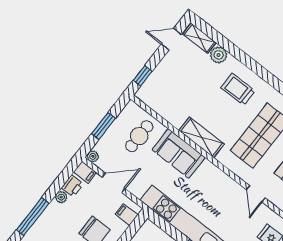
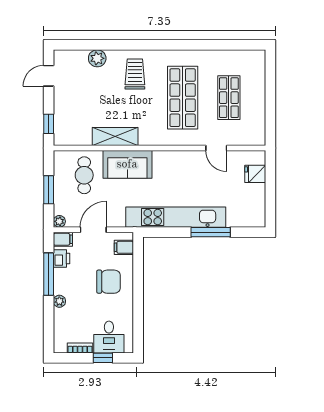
shelving: (199, 38) -> (71, 57), removed
trolley: (238, 89) -> (135, 74), turned 90
shelving: (202, 137) -> (115, 136), moved
plant: (61, 197) -> (59, 301), moved
window: (33, 216) -> (49, 274), moved

